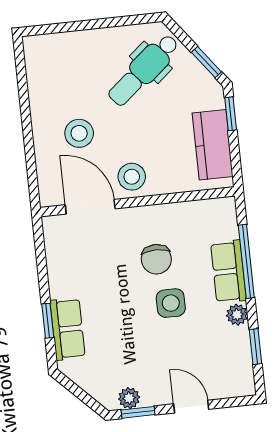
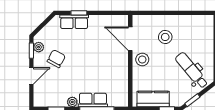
door: (90, 207) -> (130, 39), swing flipped
chair: (156, 259) -> (56, 59), moved, turned 118
side table: (171, 303) -> (81, 71), removed

